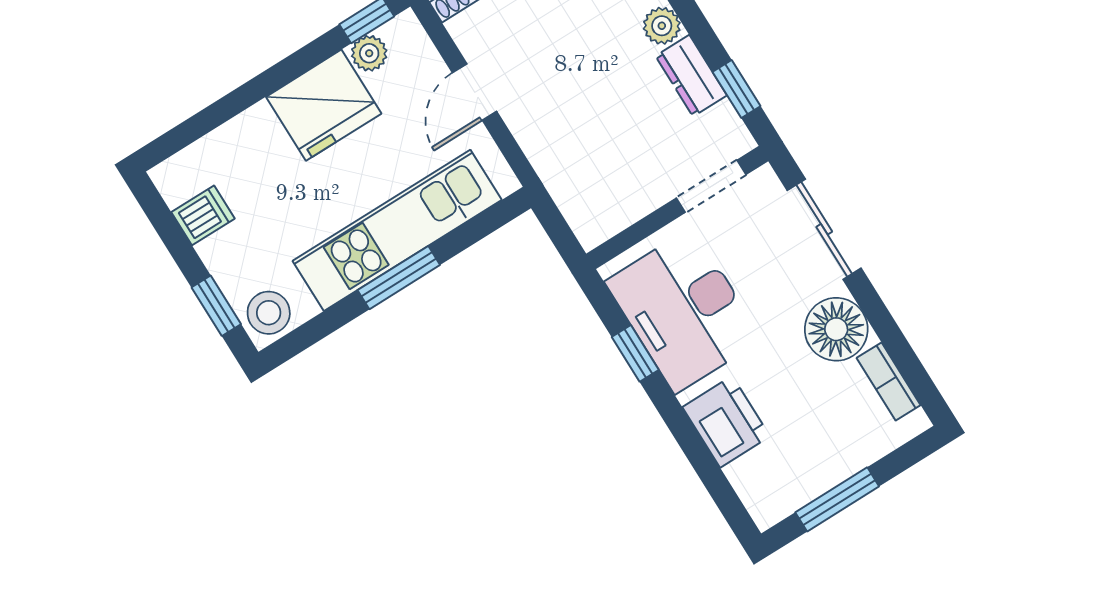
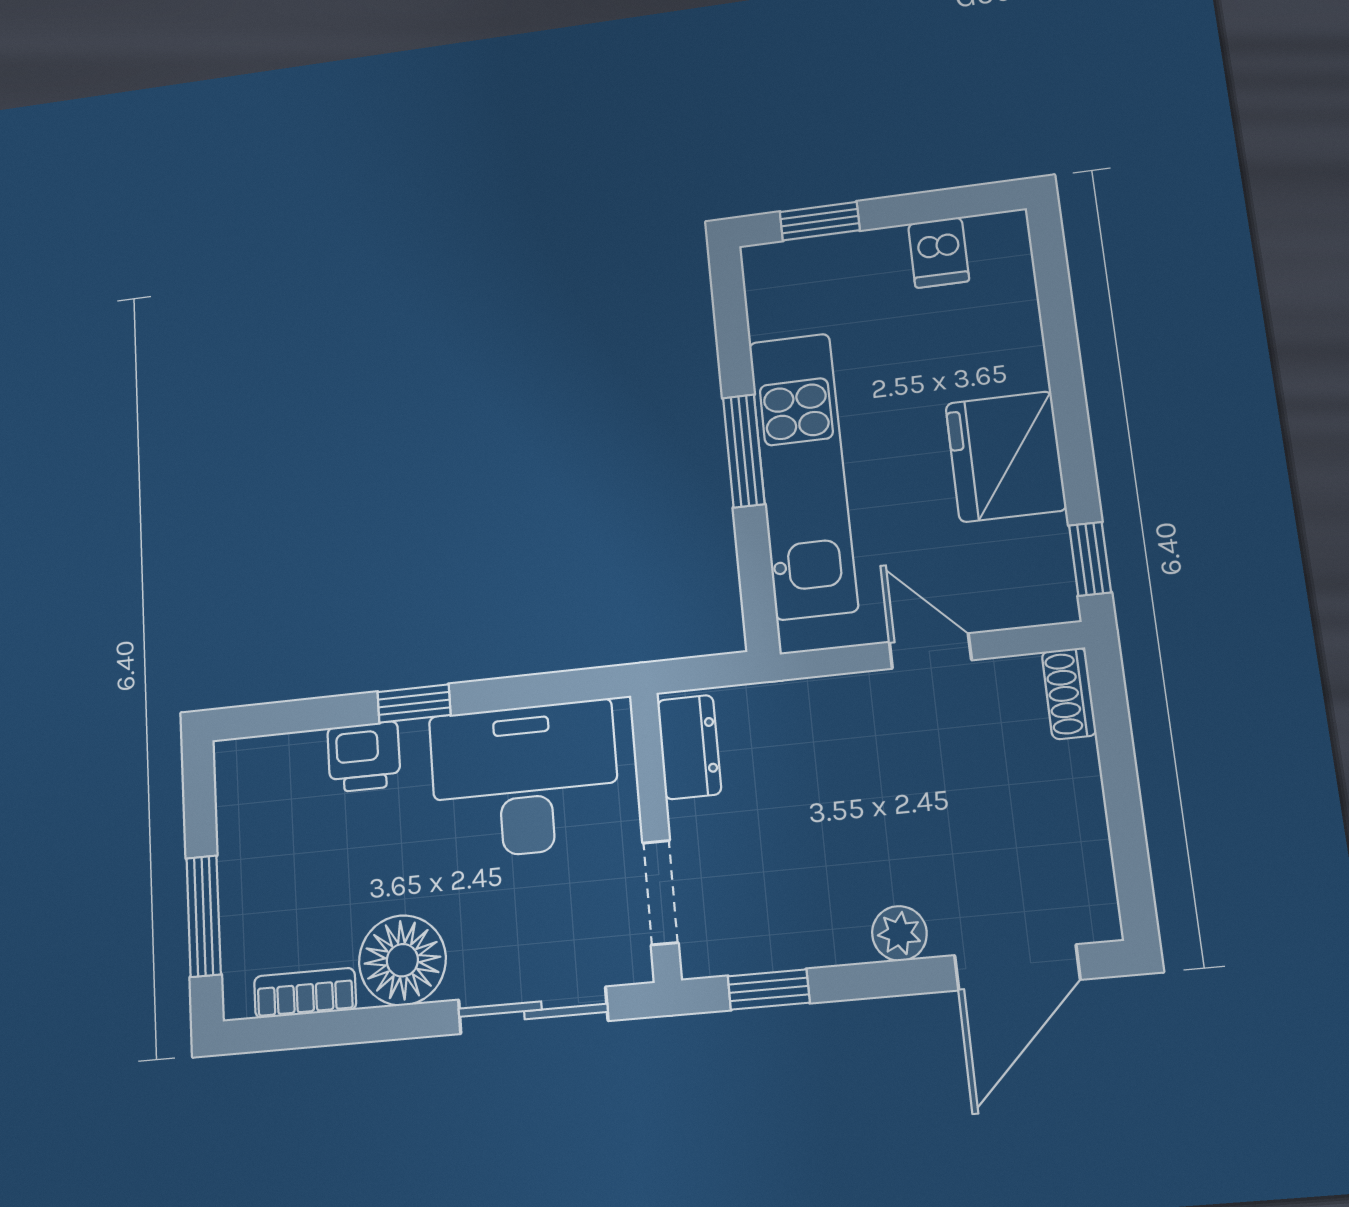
plant: (369, 53) -> (1045, 543), removed
dresser: (691, 76) -> (689, 747), moved, turned 90
stool: (269, 313) -> (780, 278), removed
window: (635, 353) -> (414, 703), moved
printer: (726, 422) -> (364, 757), width x0.73, depth x0.81
window: (837, 499) -> (204, 916), moved

